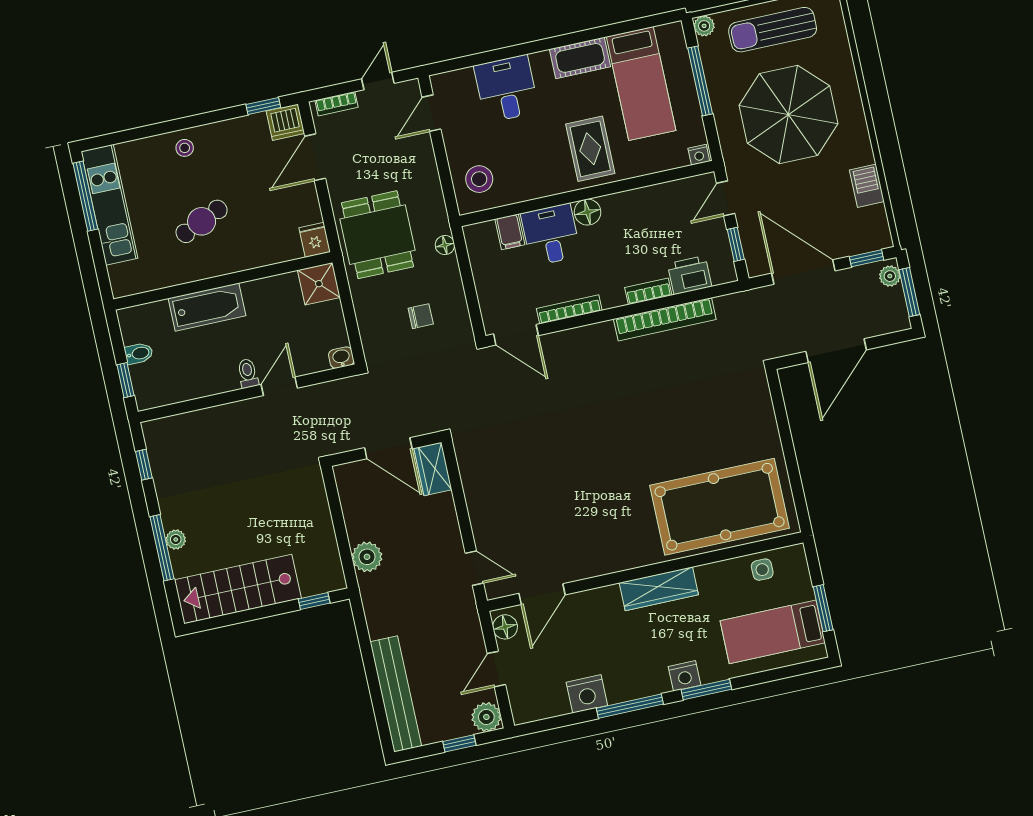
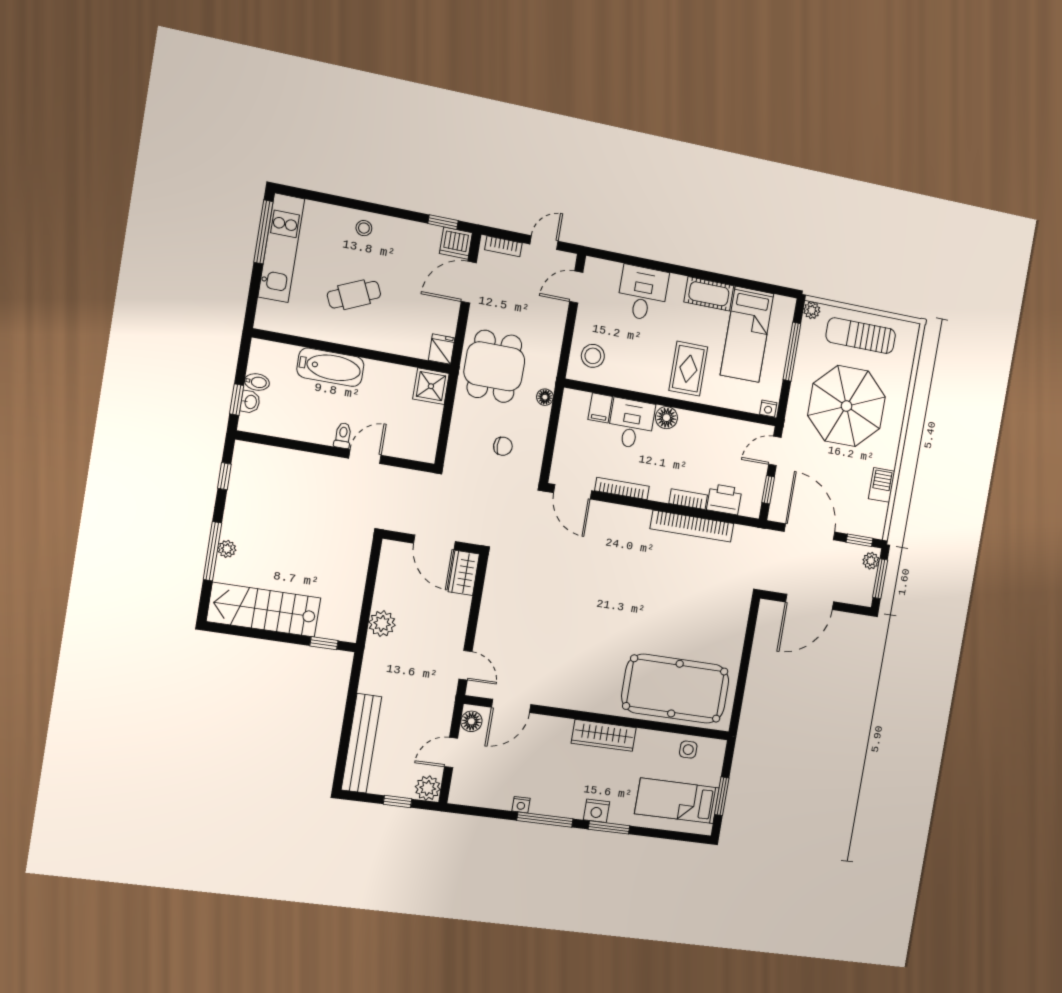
washbasin: (341, 358) -> (250, 402), moved, turned 90
nightstand: (587, 694) -> (521, 805), width x0.53, depth x0.56

